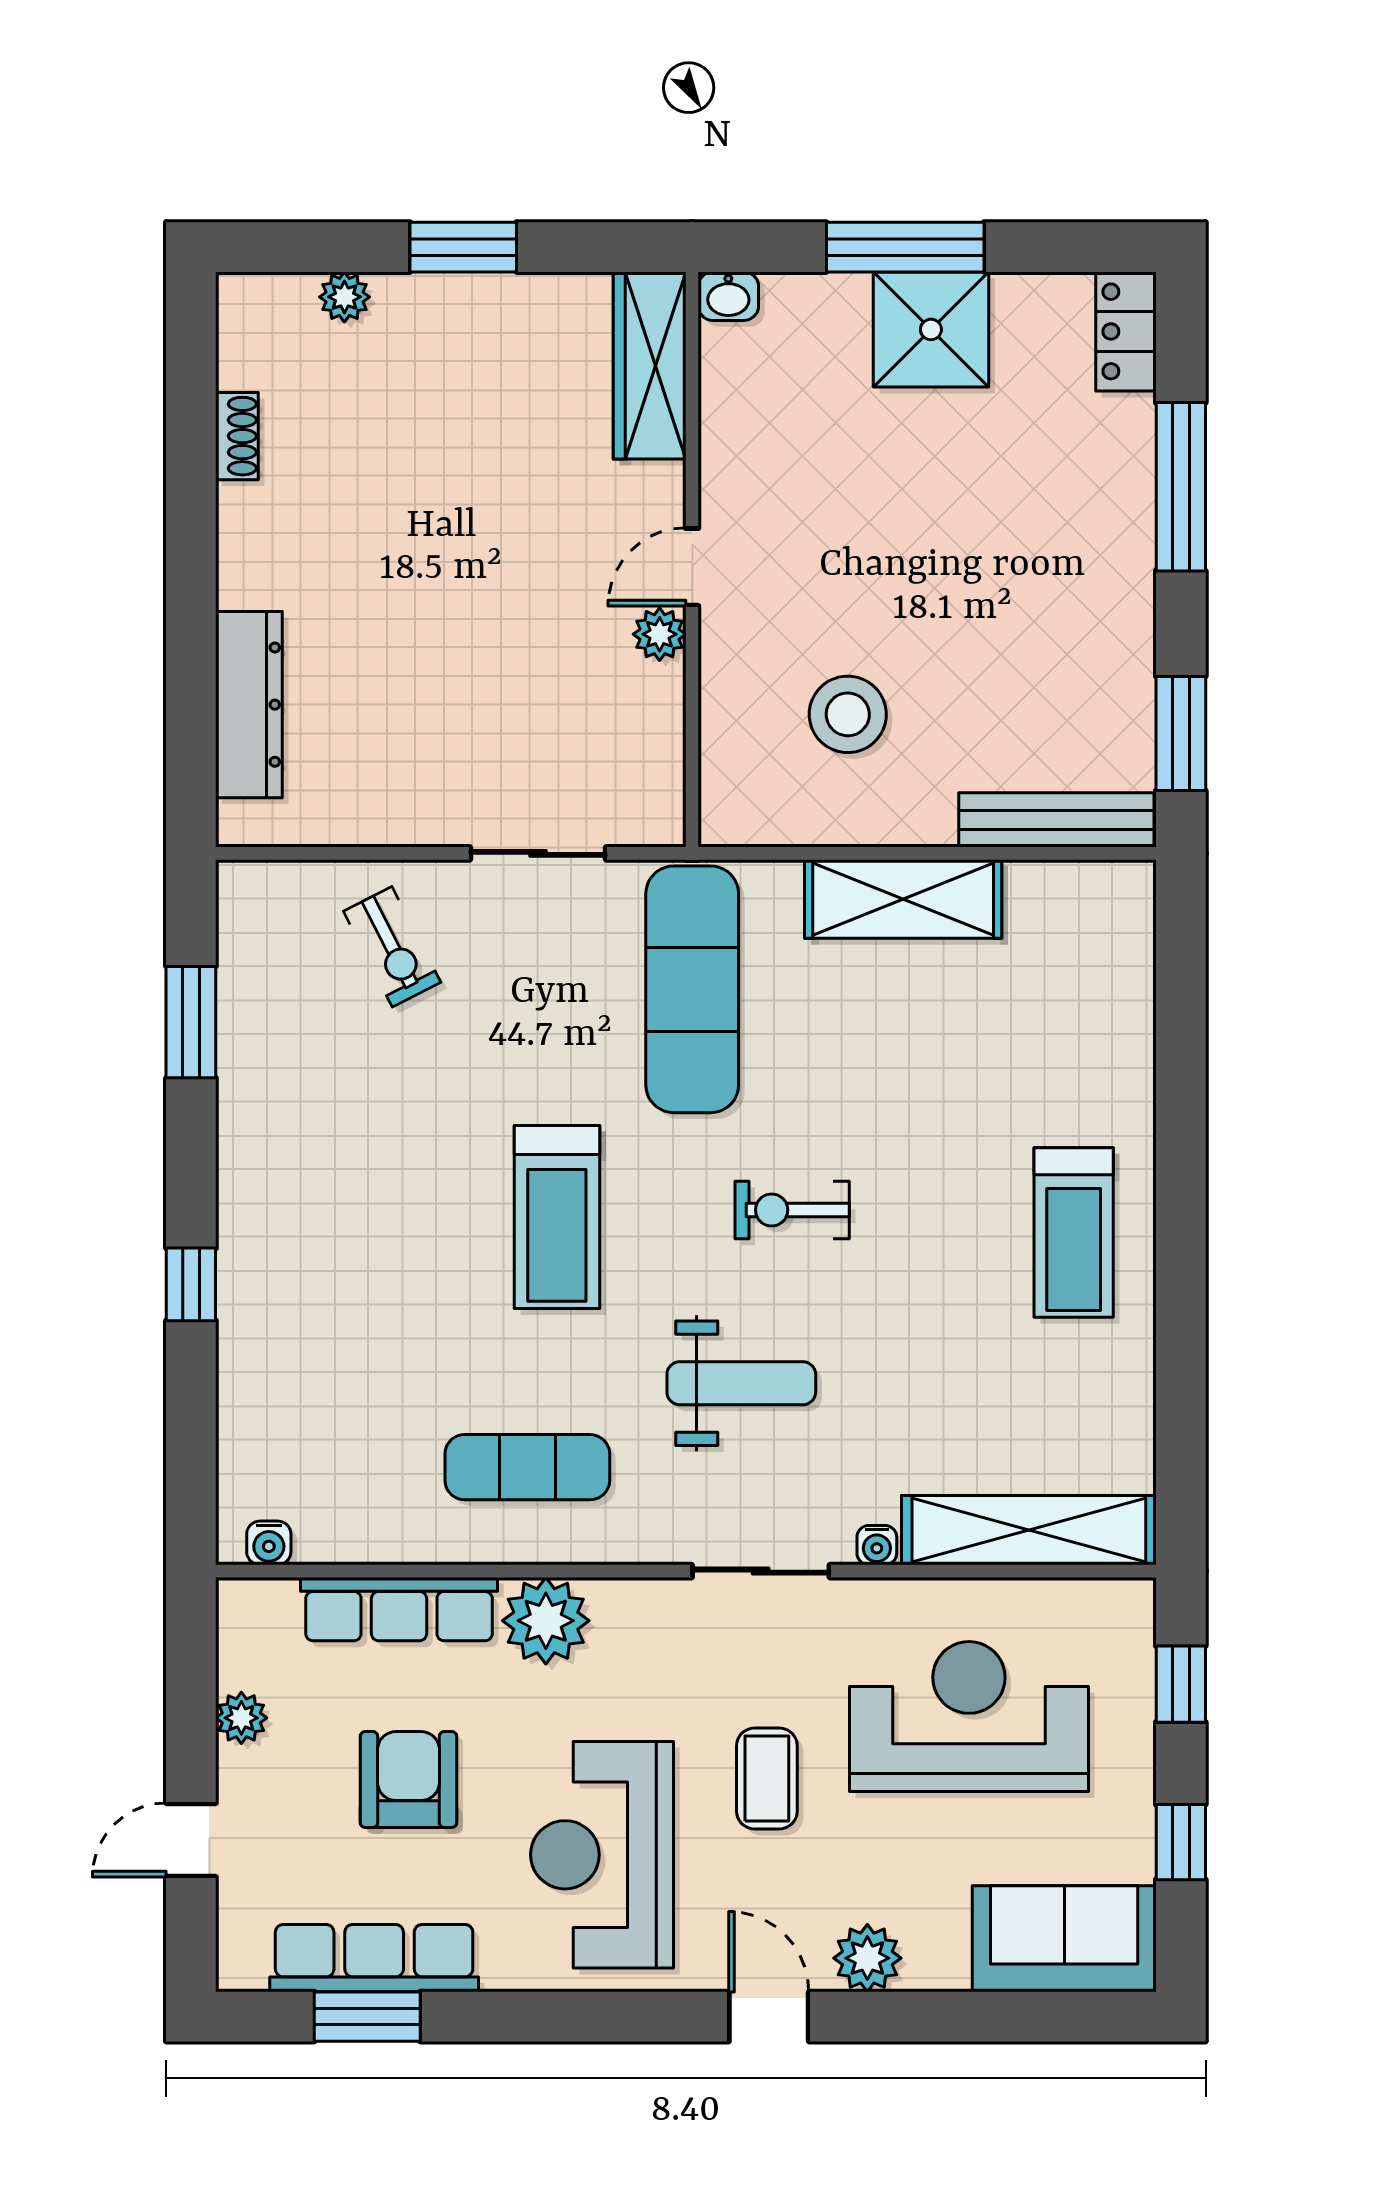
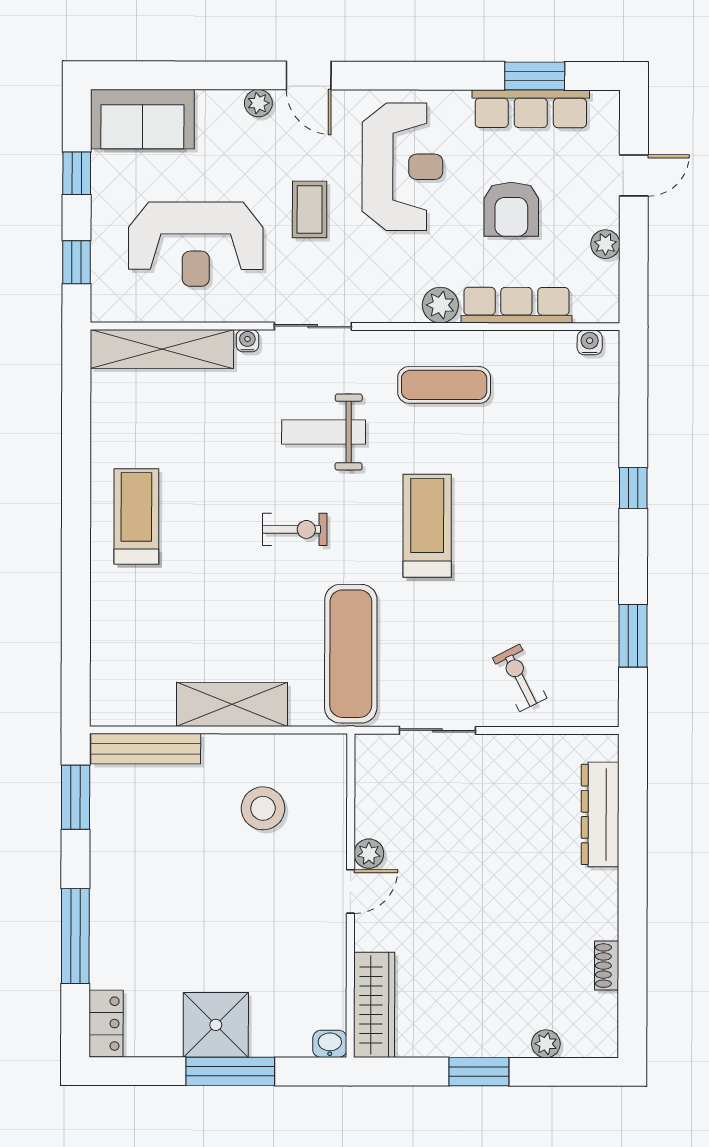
plant: (546, 1621) -> (440, 305), width x0.73, depth x0.73
plant: (867, 1958) -> (258, 103), width x0.73, depth x0.73

